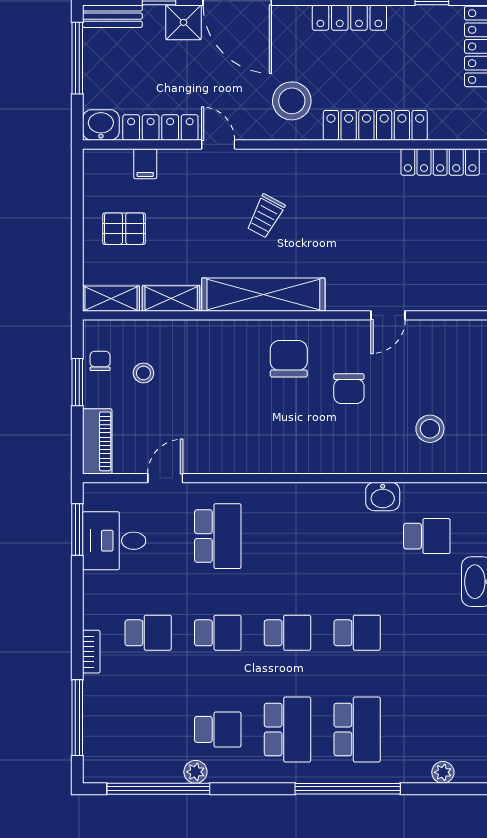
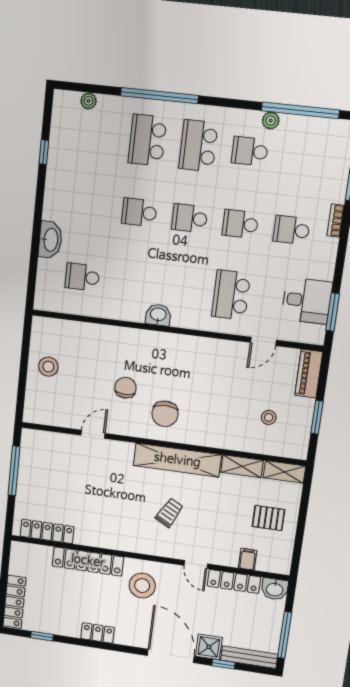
bench: (112, 16) -> (249, 657), width x1.36
locker: (349, 18) -> (98, 633), width x0.66
chair: (100, 361) -> (298, 430), removed
stool: (430, 429) -> (48, 367), moved
washbasin: (383, 496) -> (158, 315), moved

